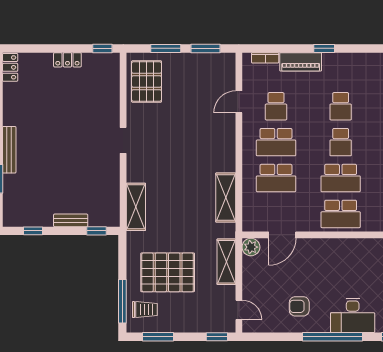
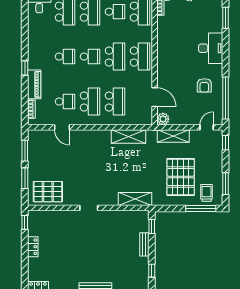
window: (332, 337) -> (225, 98), moved

